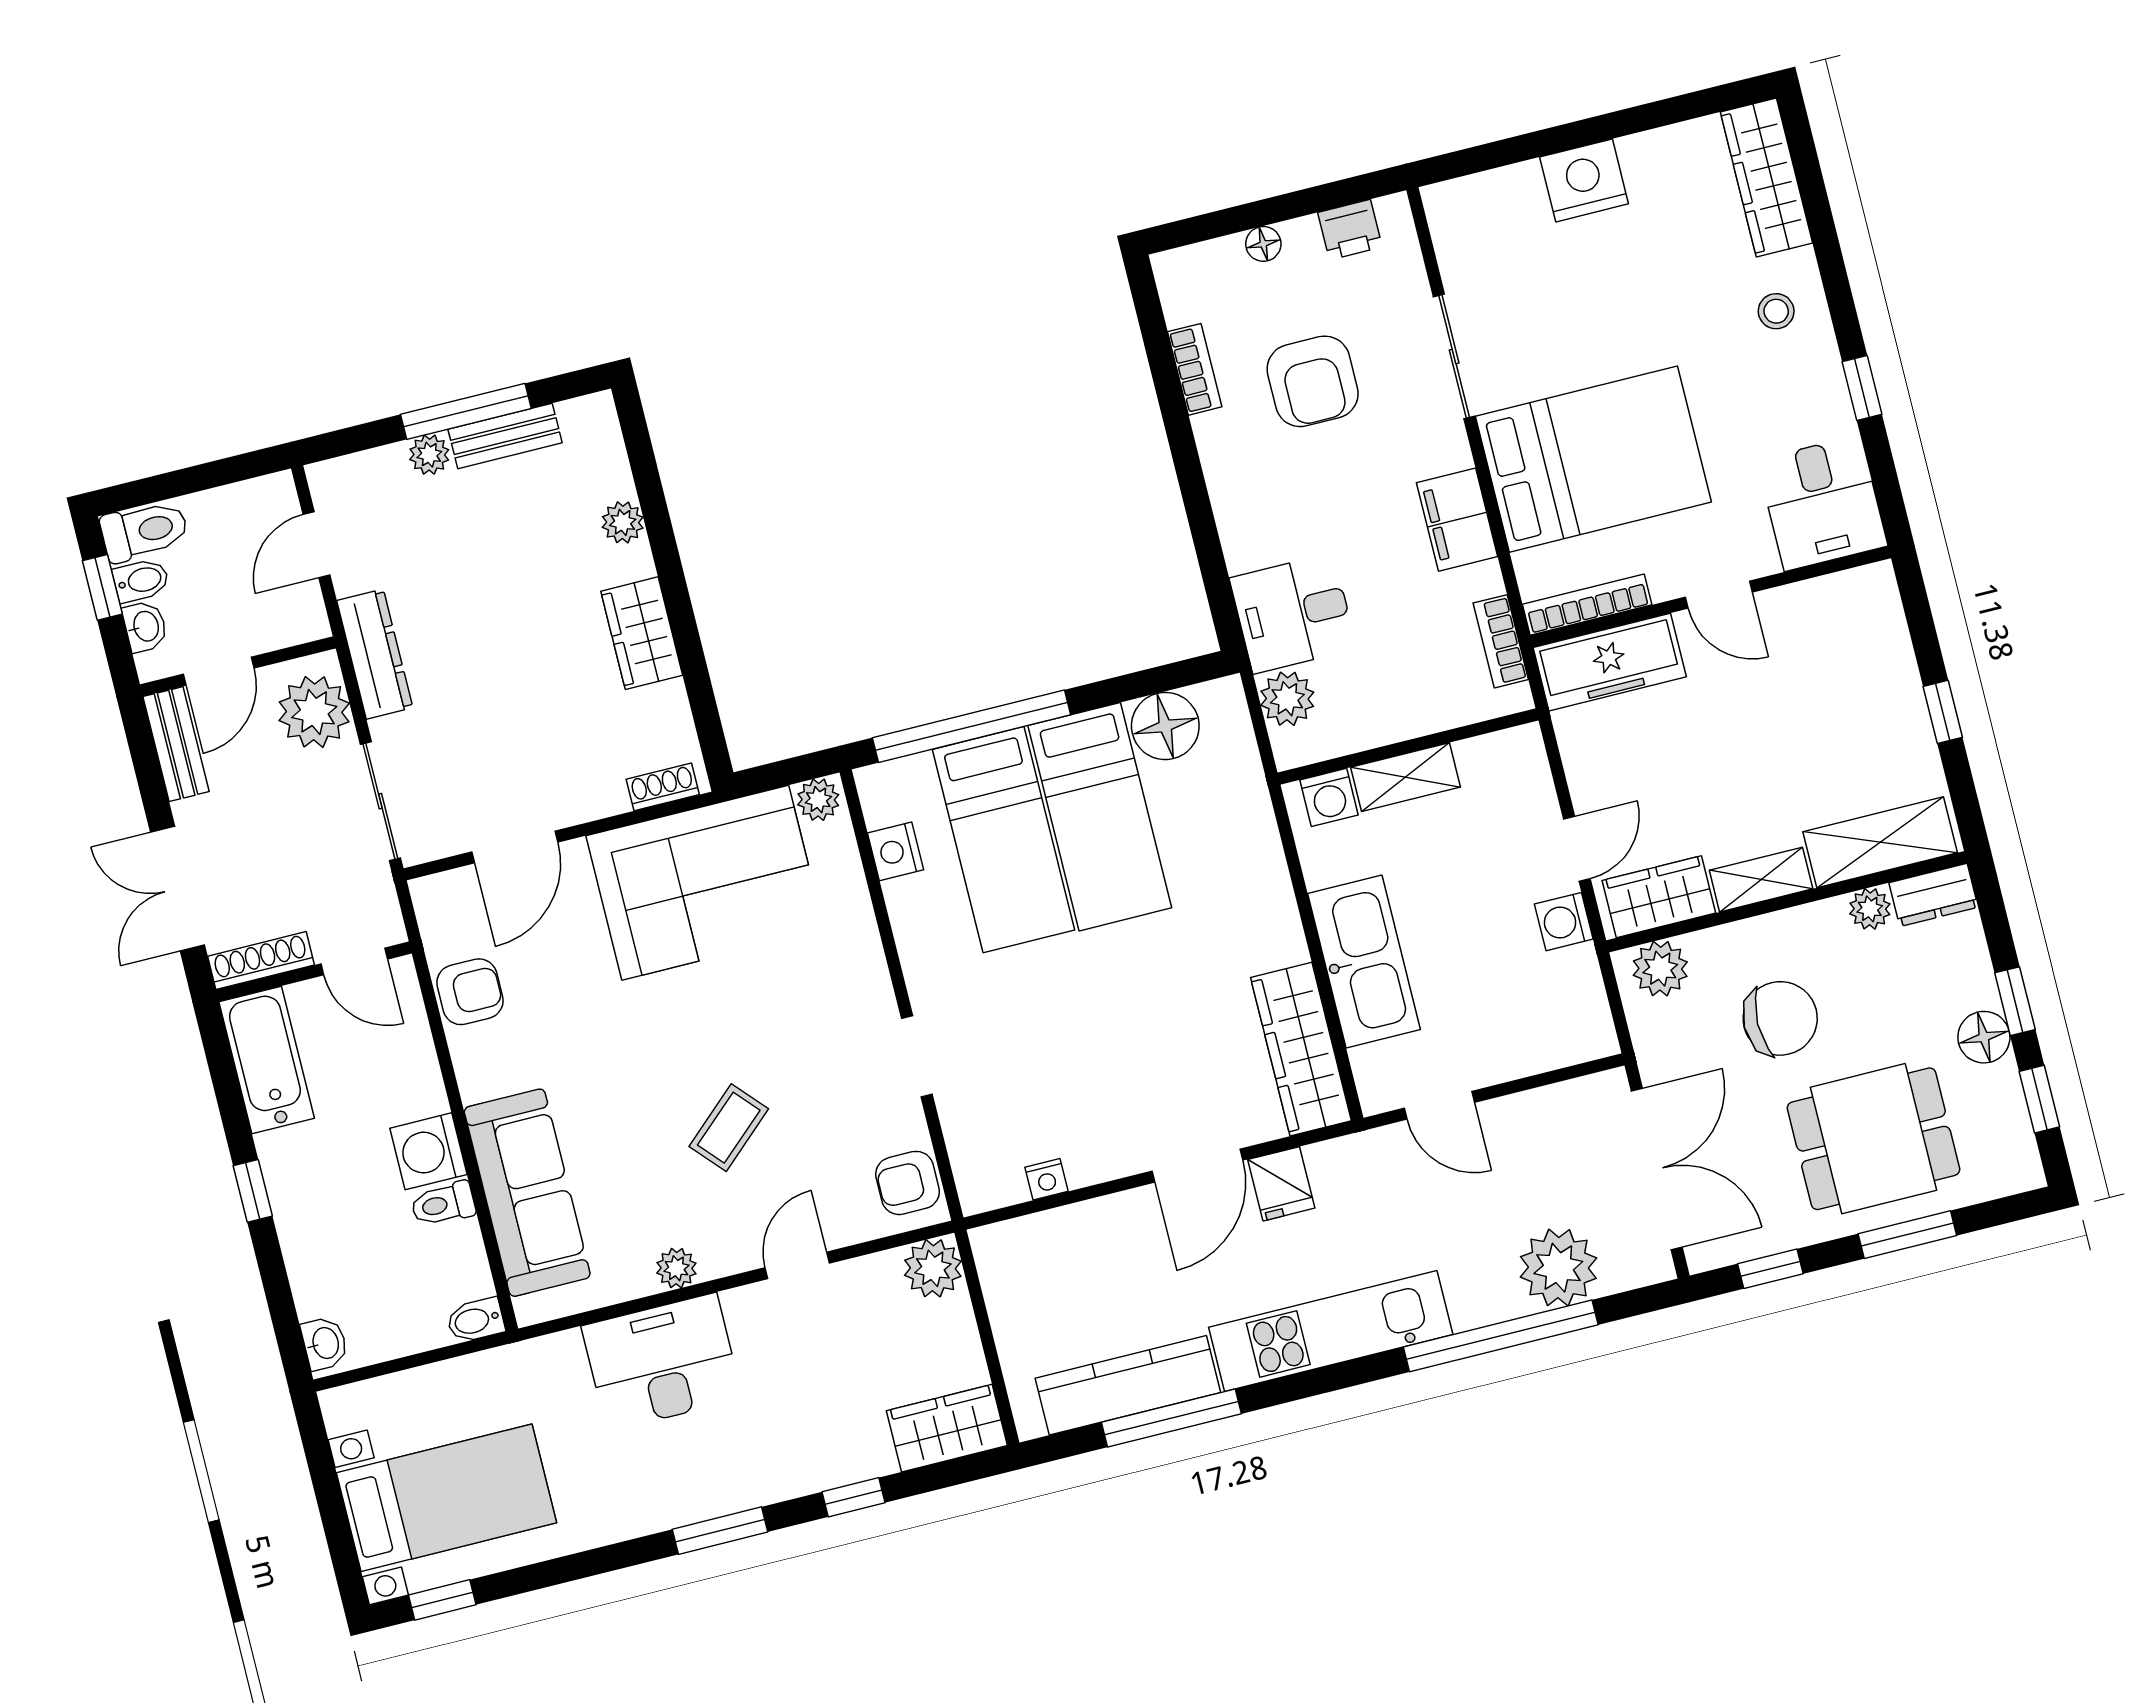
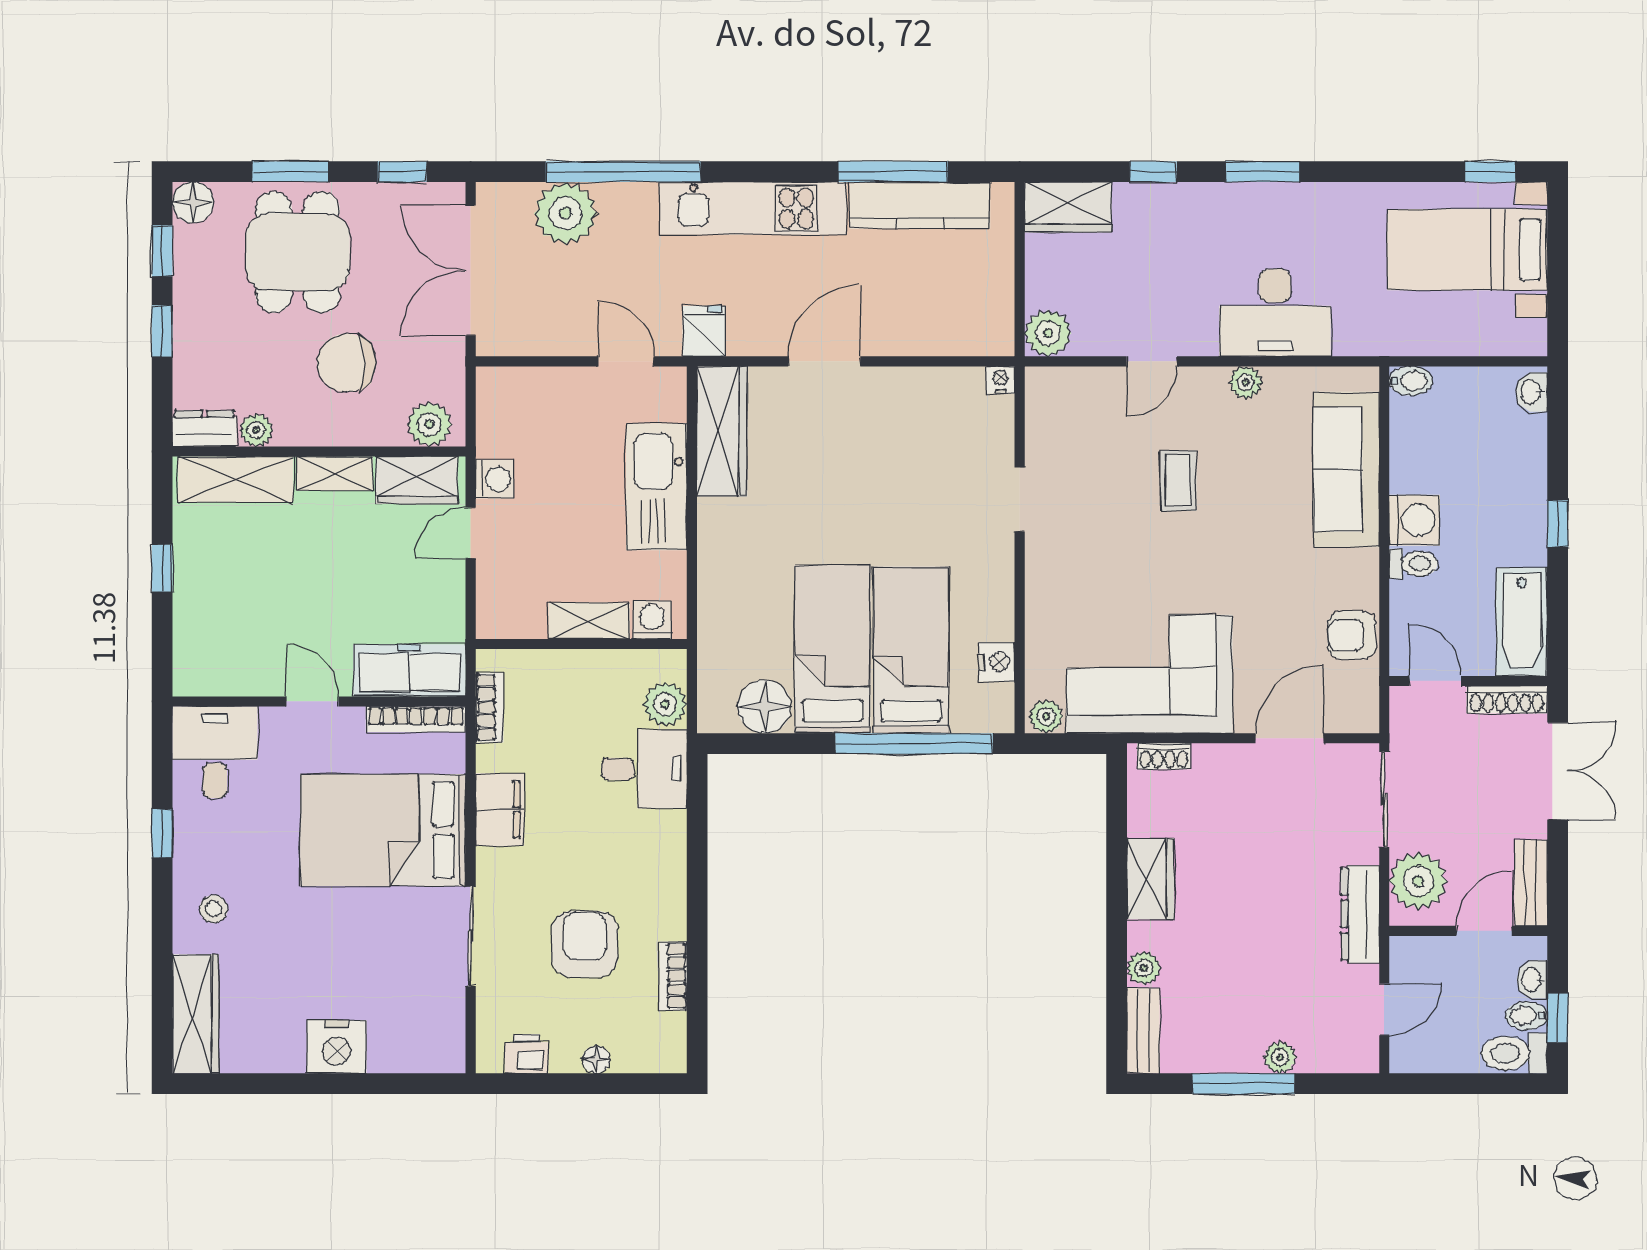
bench: (505, 436) -> (1143, 1031), moved, turned 90
floor lamp: (1984, 1037) -> (193, 203), moved
coffee table: (729, 1128) -> (1178, 481), turned -48
dining table: (1873, 1139) -> (298, 252), turned 90
nightstand: (1046, 1179) -> (1000, 380), moved
armchair: (908, 1183) -> (1051, 404), removed
fridge: (1281, 1184) -> (704, 331), moved
toilet: (443, 1204) -> (1413, 564), moved

